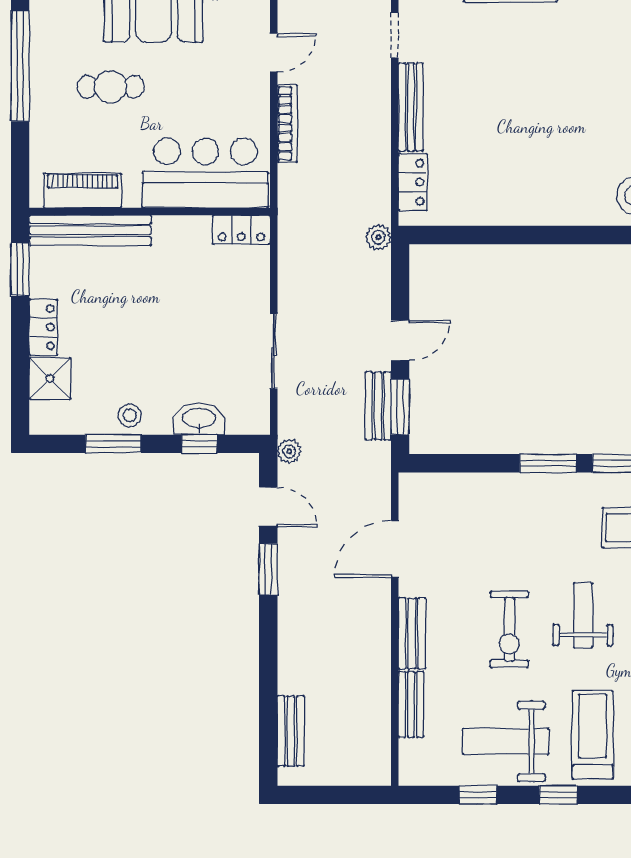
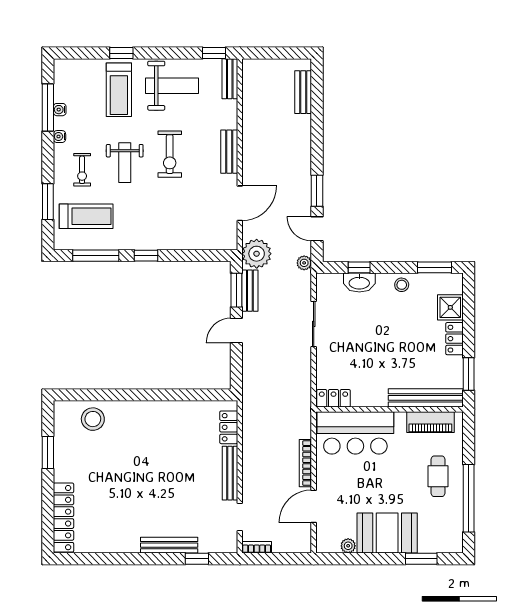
door: (274, 53) -> (314, 506), width x1.38
cafe table: (111, 87) -> (438, 476), moved, turned 90
plant: (378, 237) -> (257, 254), moved, width x1.87, depth x1.87
window: (113, 444) -> (434, 267), moved
window: (548, 463) -> (146, 256), width x0.67
exercise bike: (509, 629) -> (170, 154), turned 180
bench: (411, 705) -> (230, 79), moved
window: (478, 795) -> (214, 53), moved
window: (558, 795) -> (121, 53), moved

